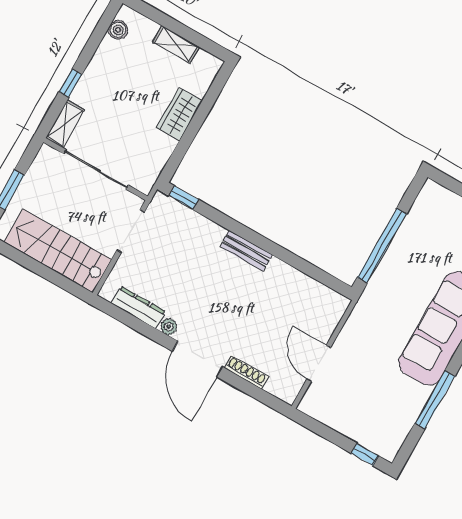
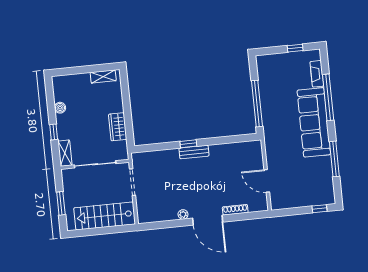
boiler: (118, 30) -> (60, 108), moved
shelving: (176, 45) -> (103, 77), moved
wardrobe: (179, 114) -> (118, 127), moved
window: (184, 198) -> (188, 144), moved
dresser: (138, 307) -> (162, 216), removed

